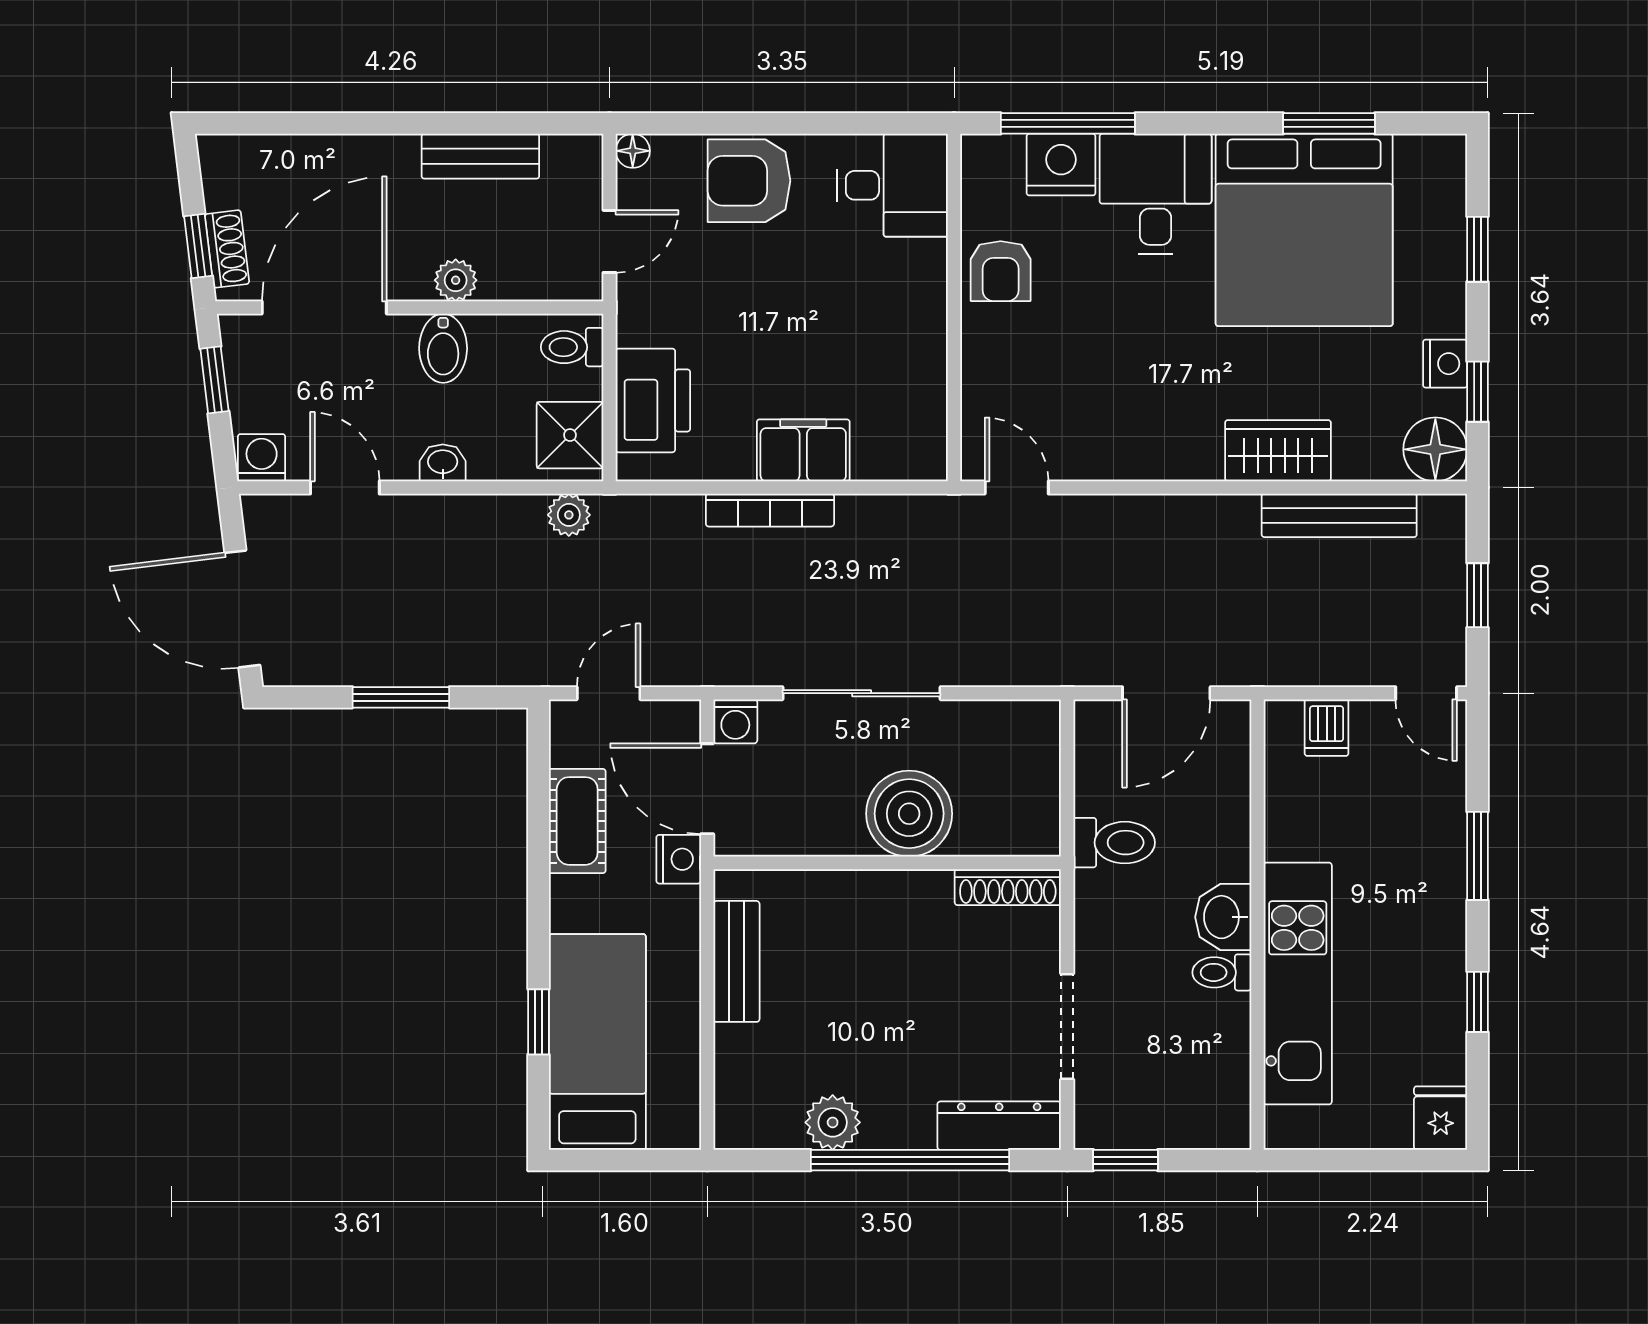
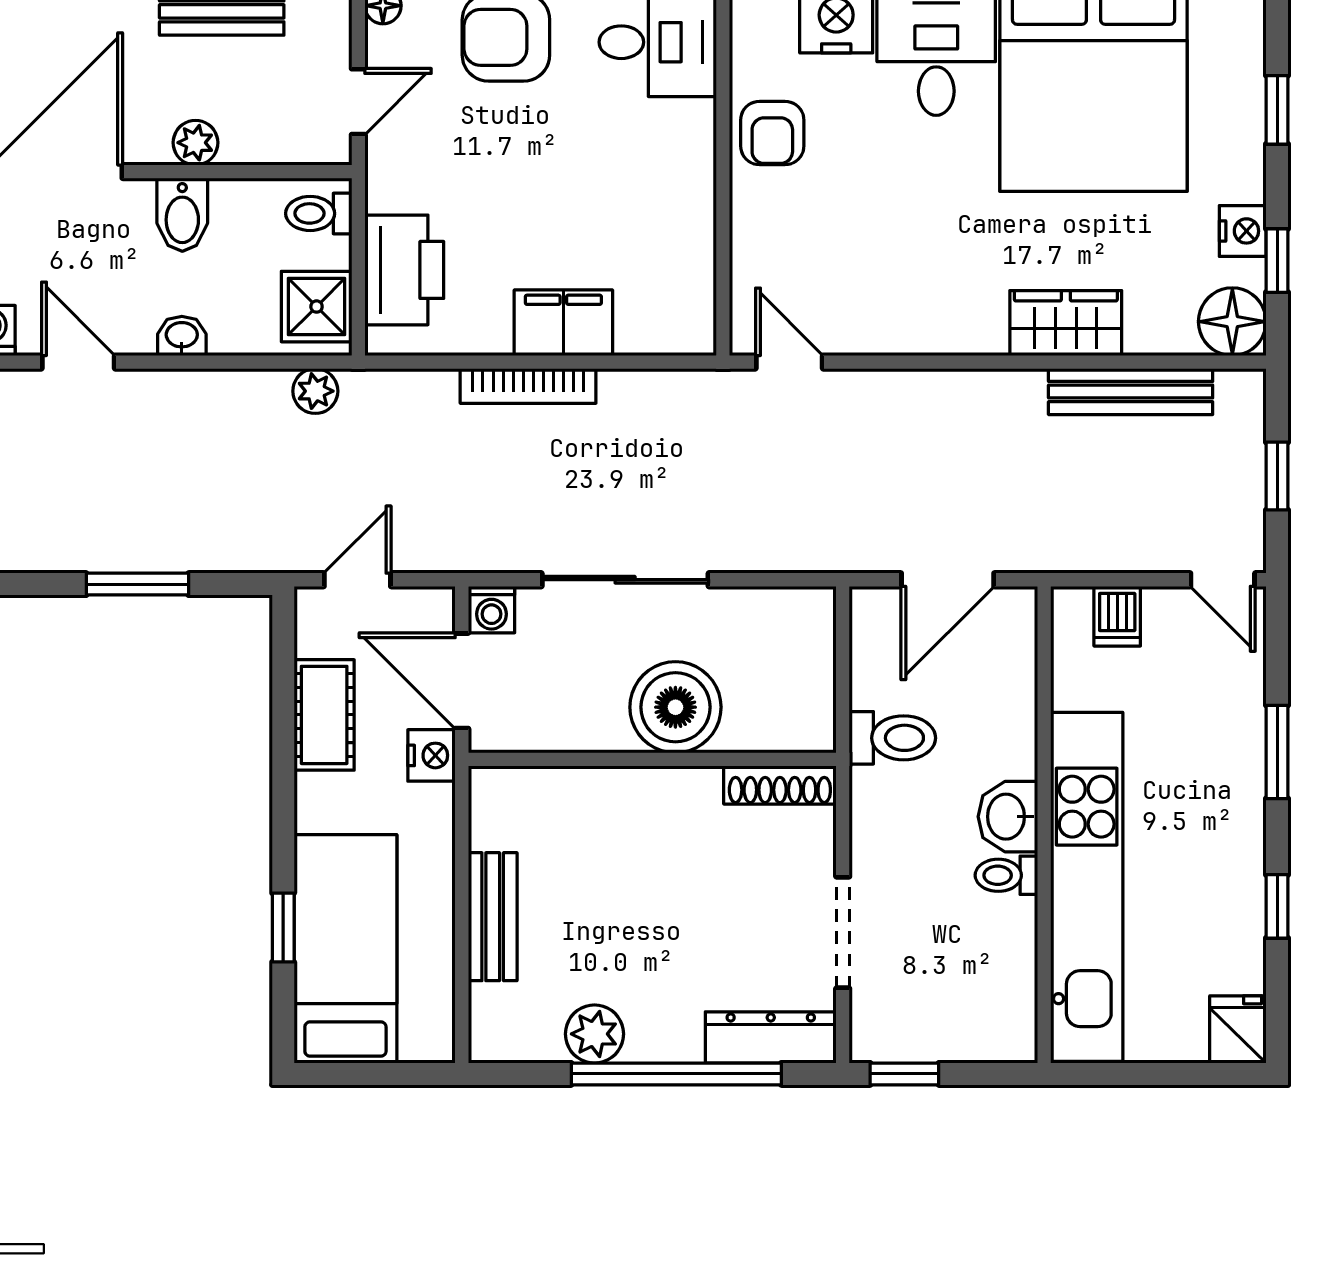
bench: (736, 961) -> (493, 917), moved
kitchen unit: (1298, 983) -> (1087, 887), width x1.36

